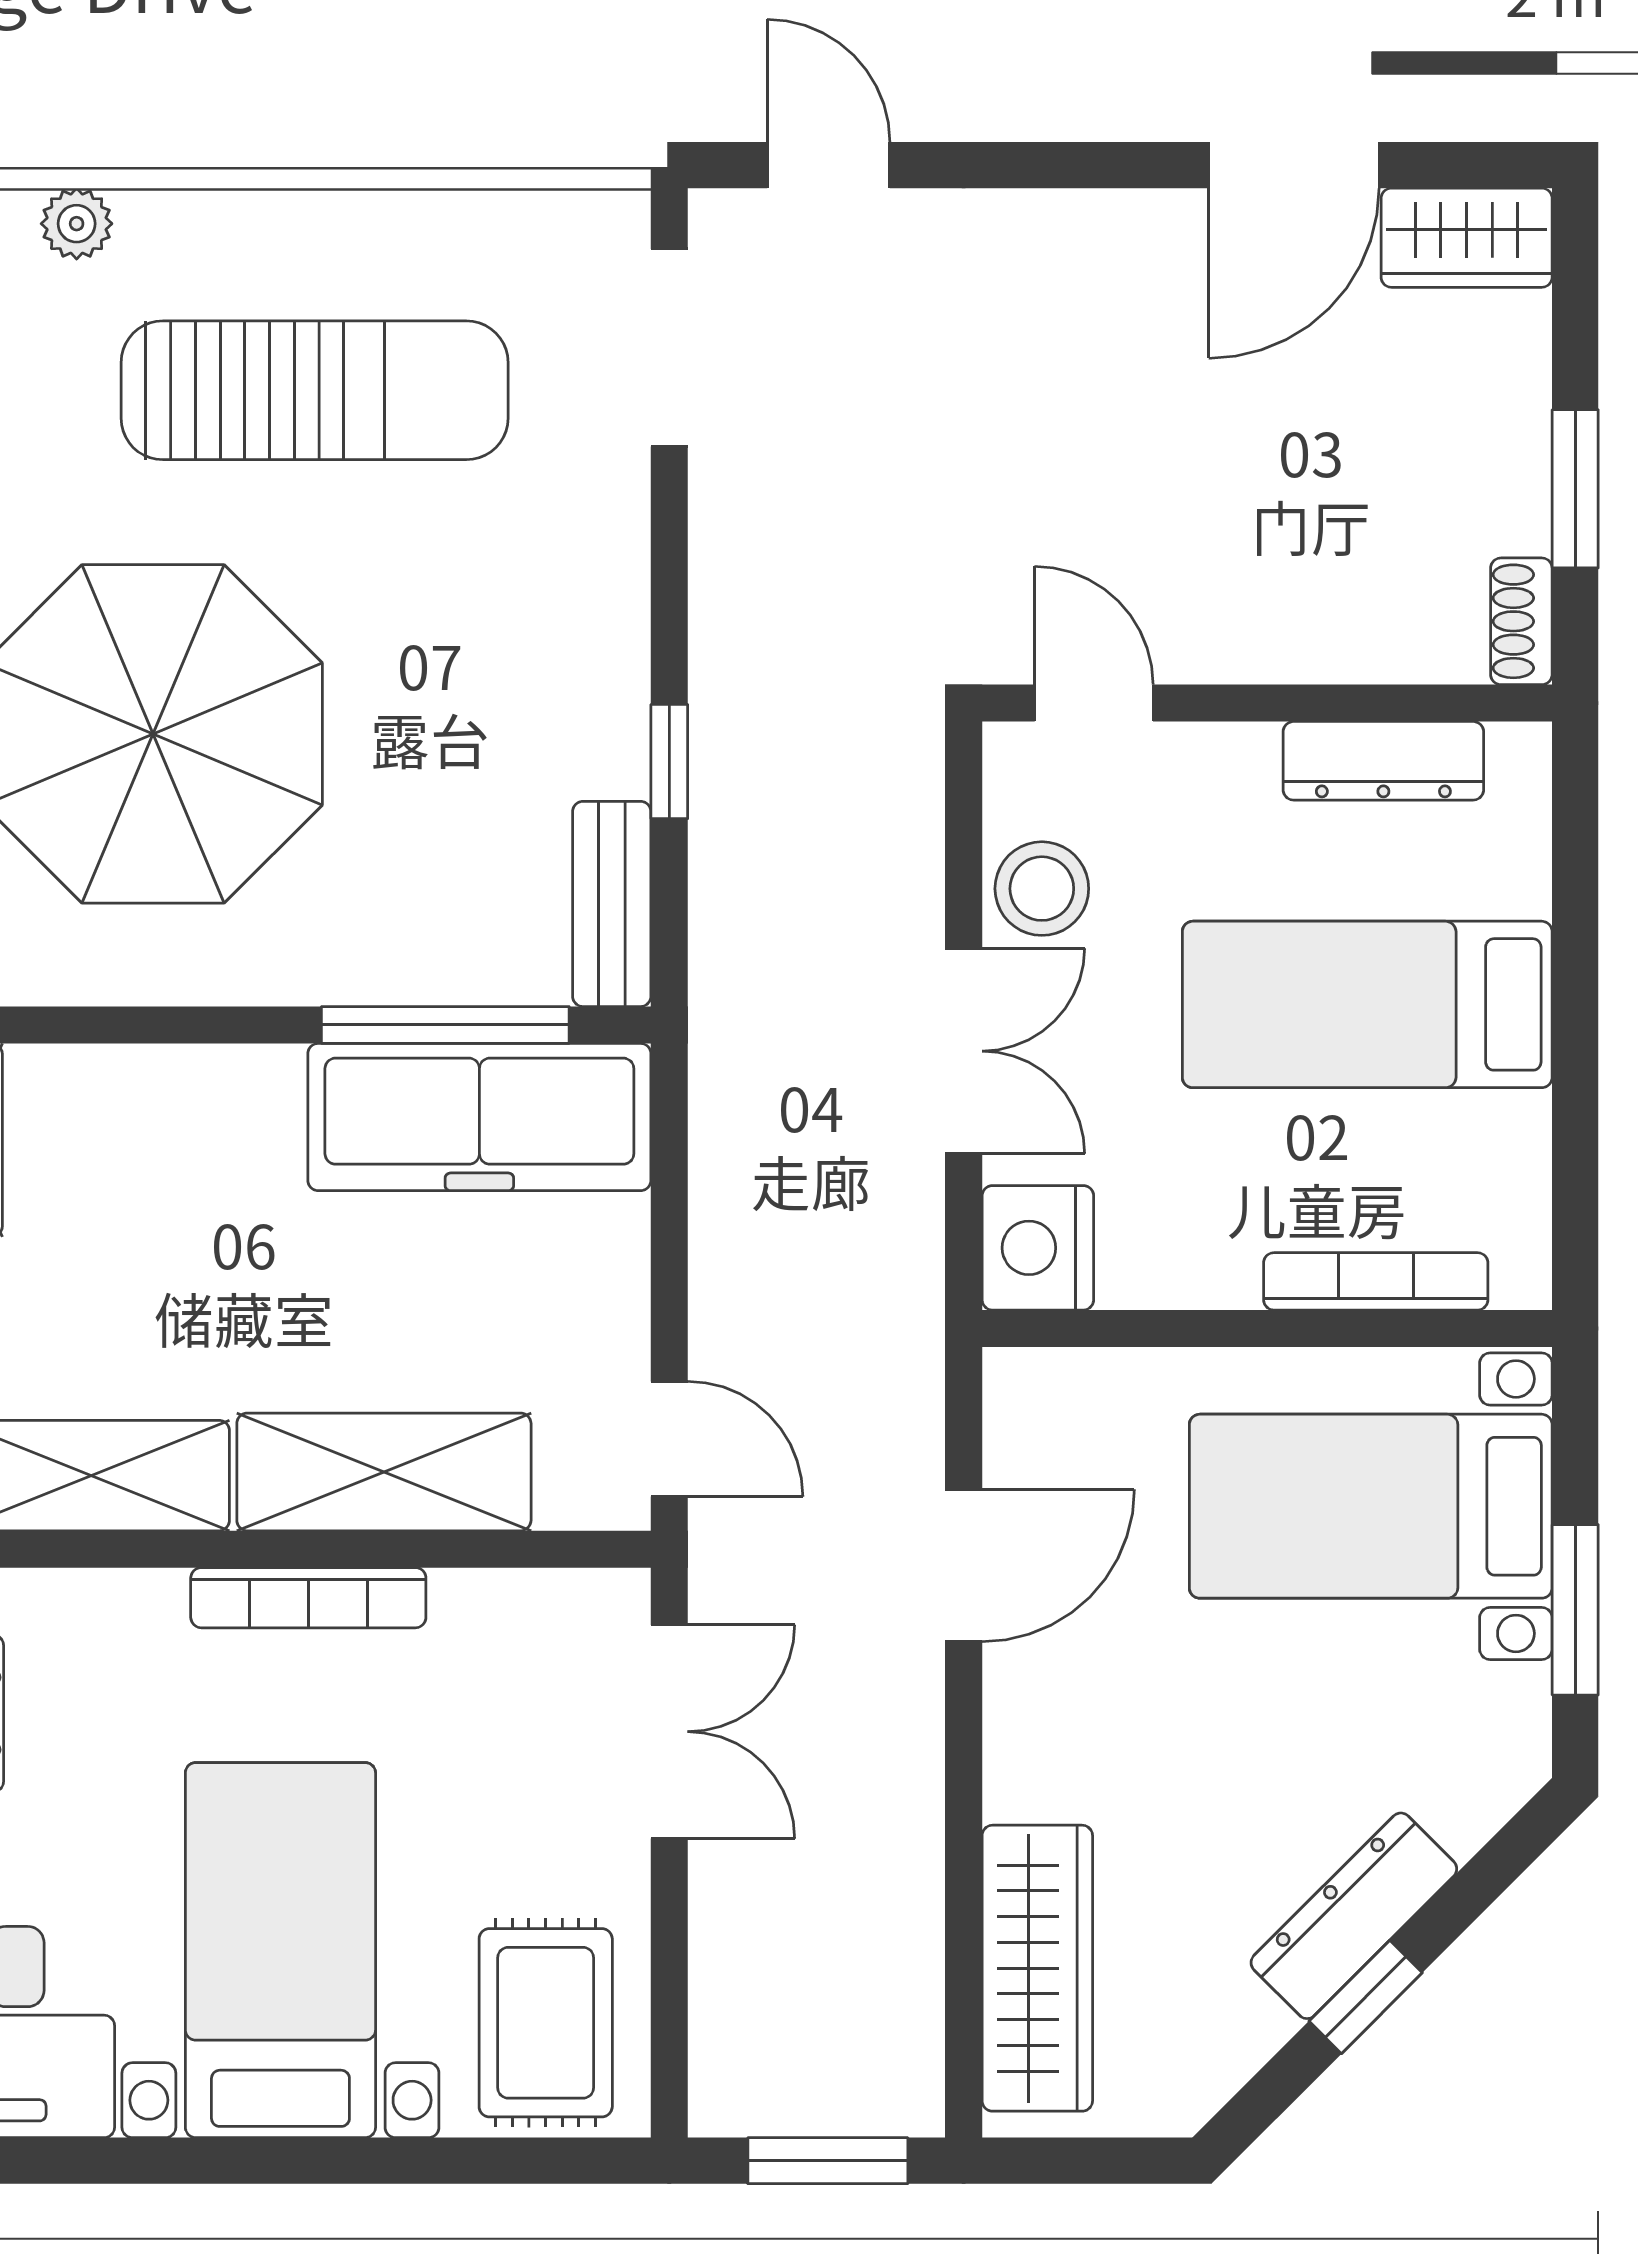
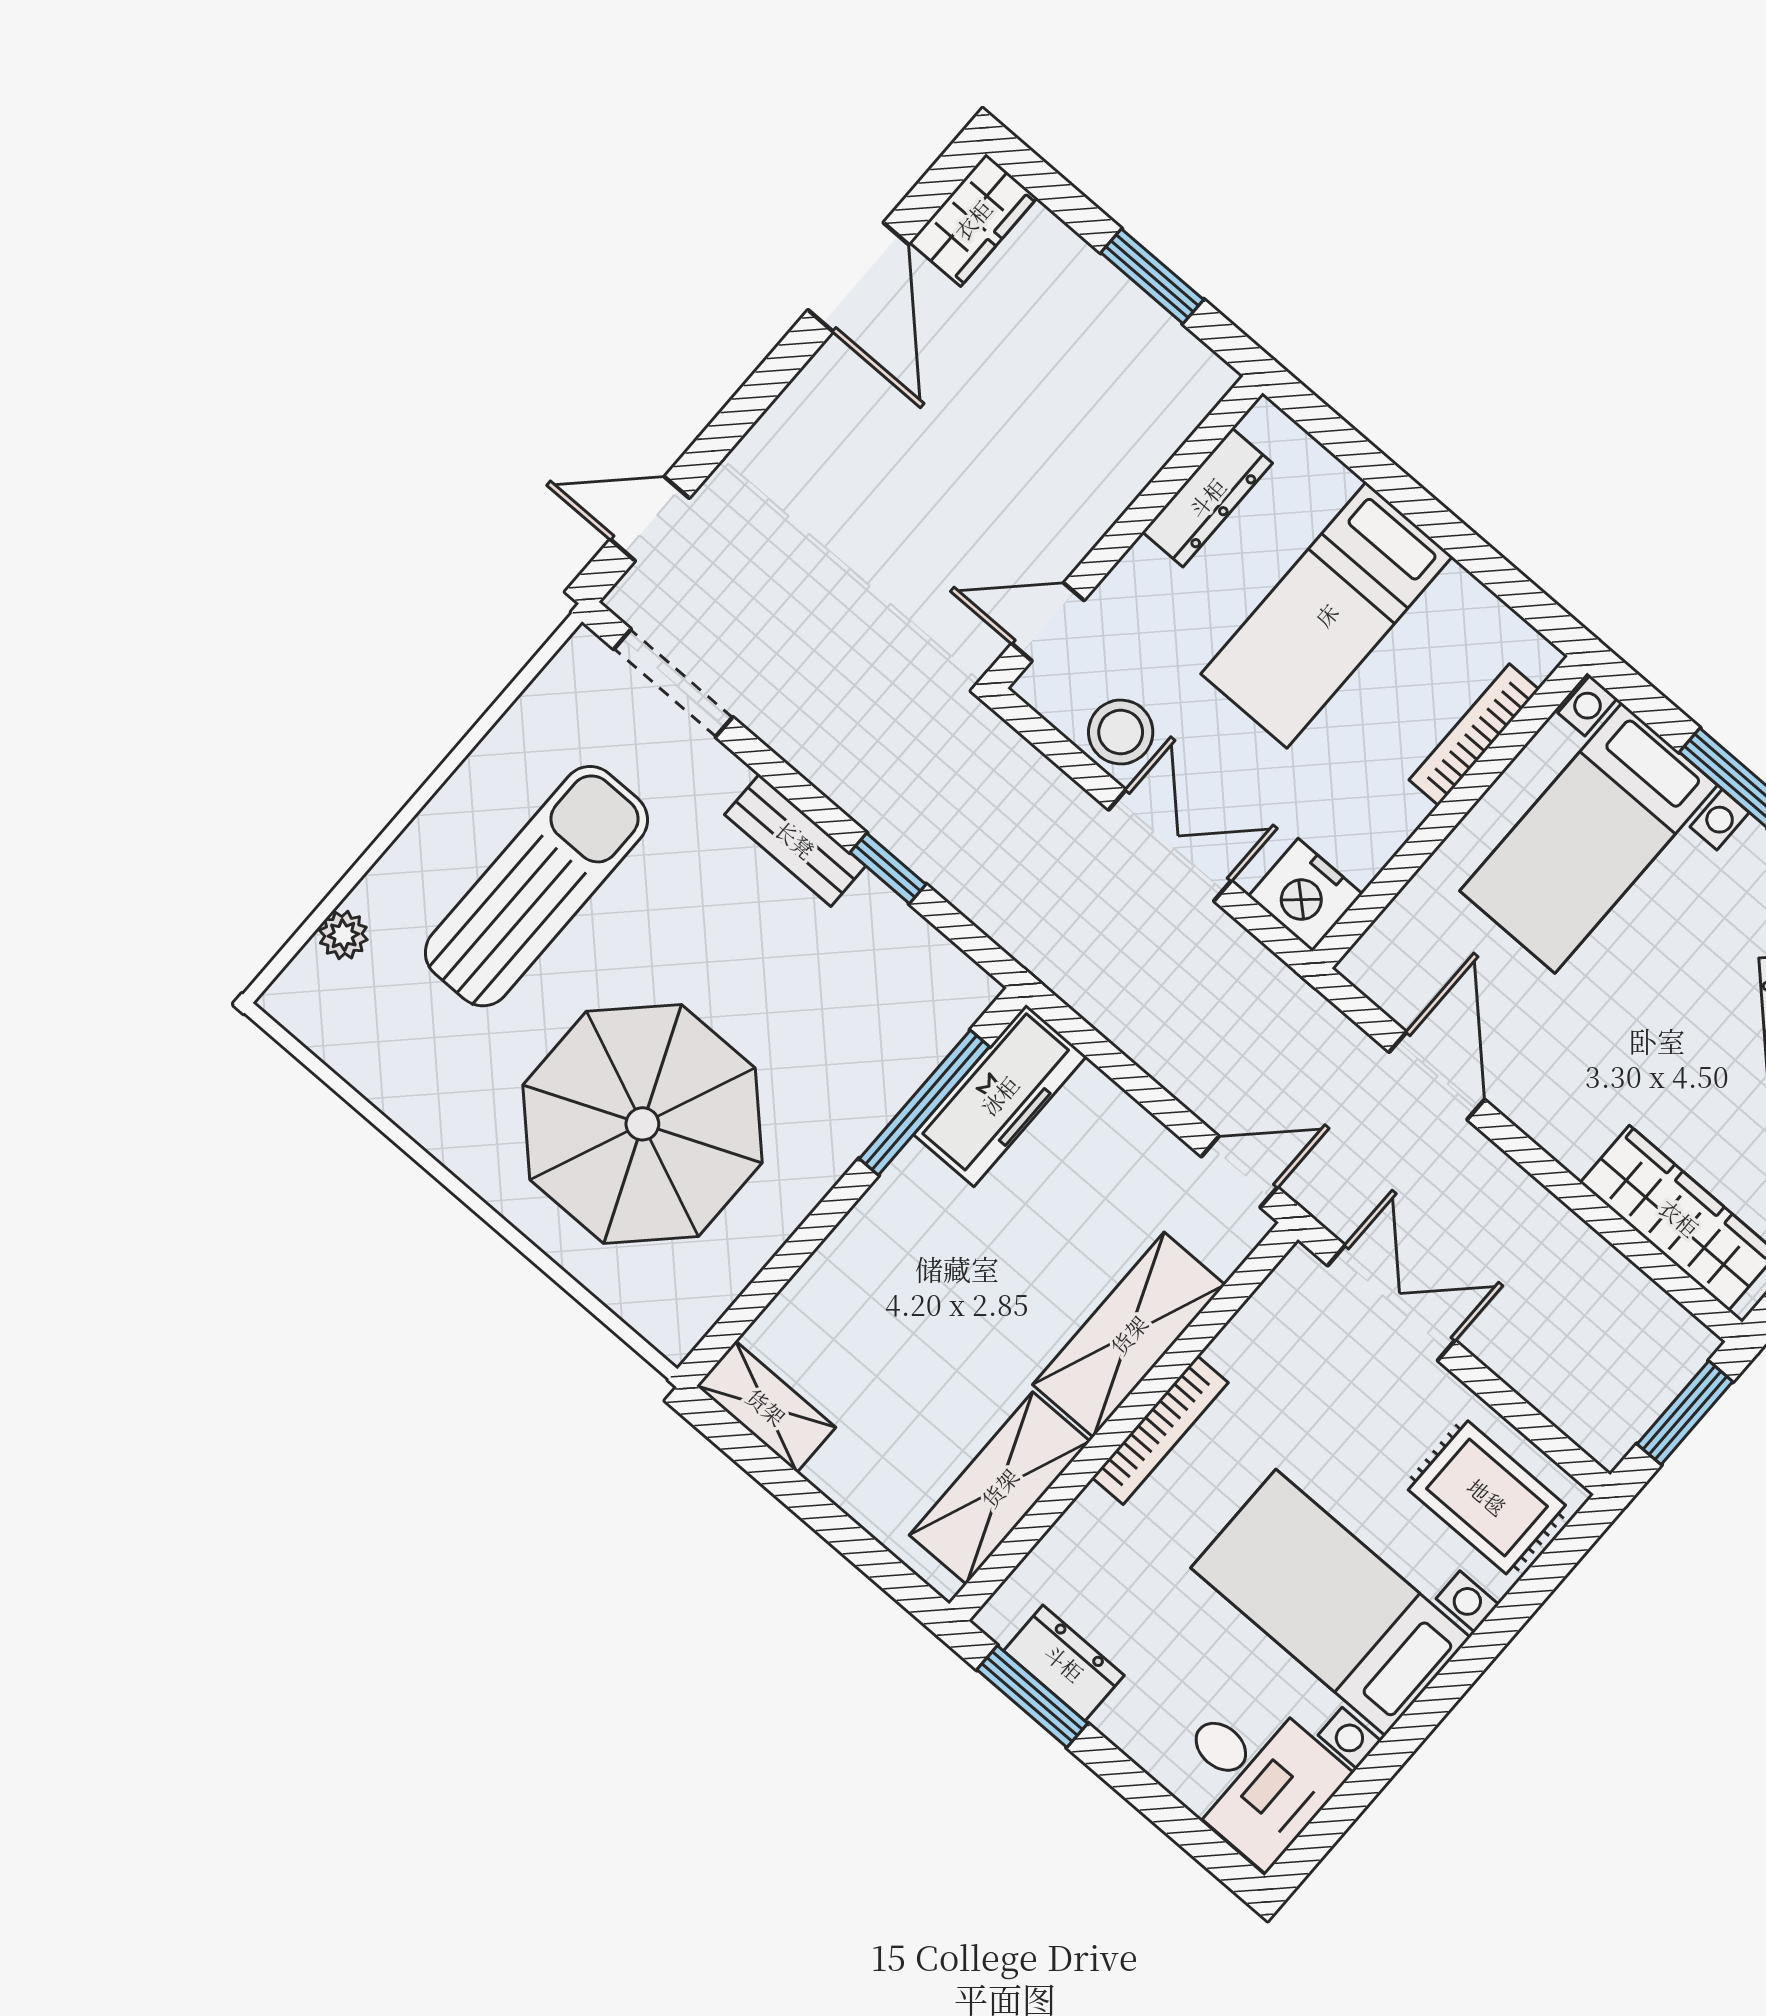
shoe rack: (1521, 621) -> (1197, 363), removed
bench: (612, 904) -> (795, 840), moved
freezer: (479, 1117) -> (1000, 1096), width x0.73, depth x0.79

